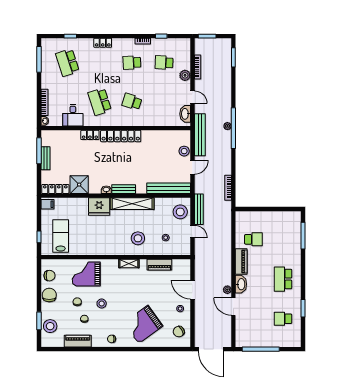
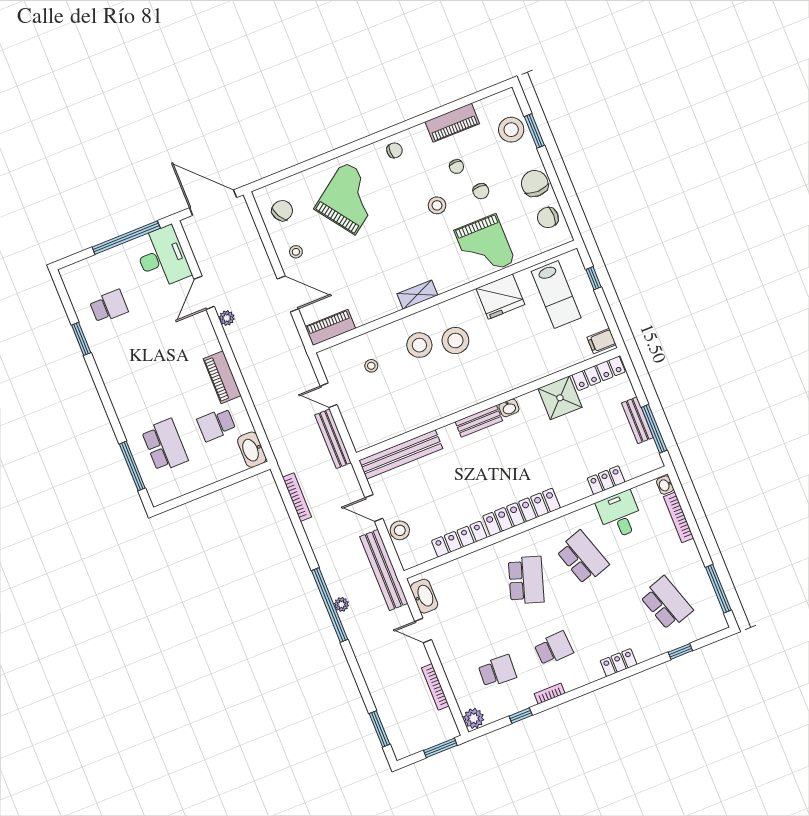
plant: (185, 75) -> (474, 718), moved
school desk: (132, 102) -> (526, 580), width x1.85
locker: (90, 135) -> (606, 480), moved
locker: (157, 135) -> (459, 539), added
door: (192, 167) -> (374, 508), hinge flipped
shelving: (132, 204) -> (454, 402), removed
fridge: (99, 207) -> (500, 297), moved, turned 180
stool: (180, 212) -> (455, 341), moved
piano: (159, 265) -> (330, 327), moved
grand piano: (86, 274) -> (485, 246), turned 90
school desk: (283, 279) -> (165, 445), moved
washbasin: (241, 284) -> (252, 450), moved
chair: (49, 295) -> (535, 183), turned 180
door: (233, 307) -> (204, 293), swing flipped
desk: (247, 332) -> (162, 257), added

